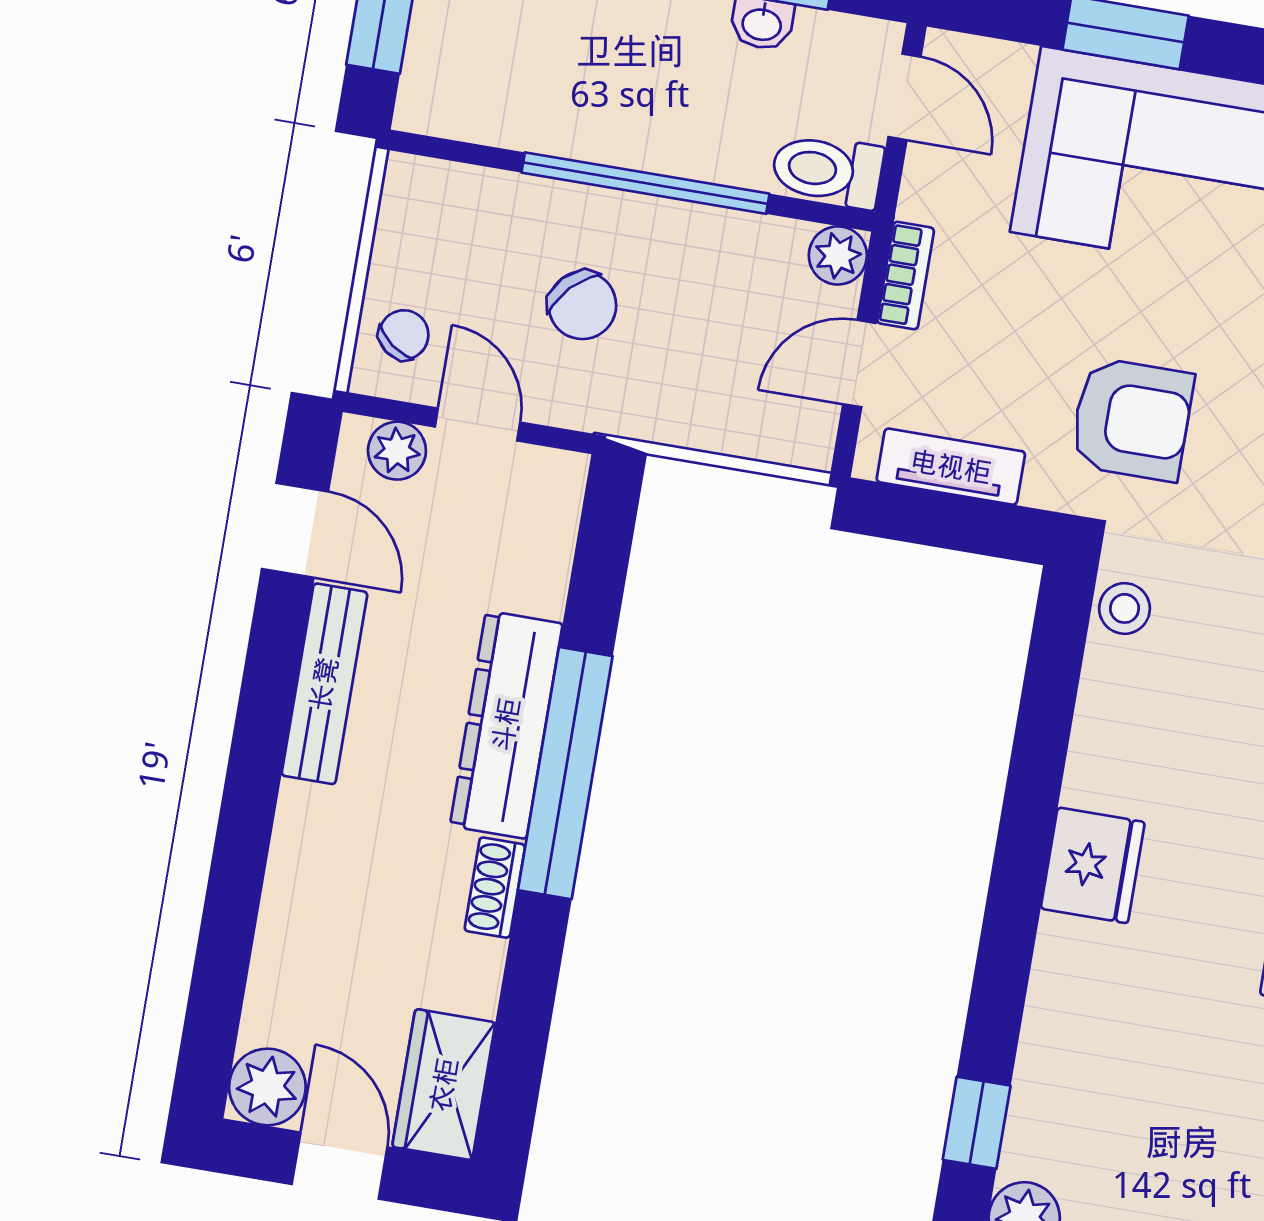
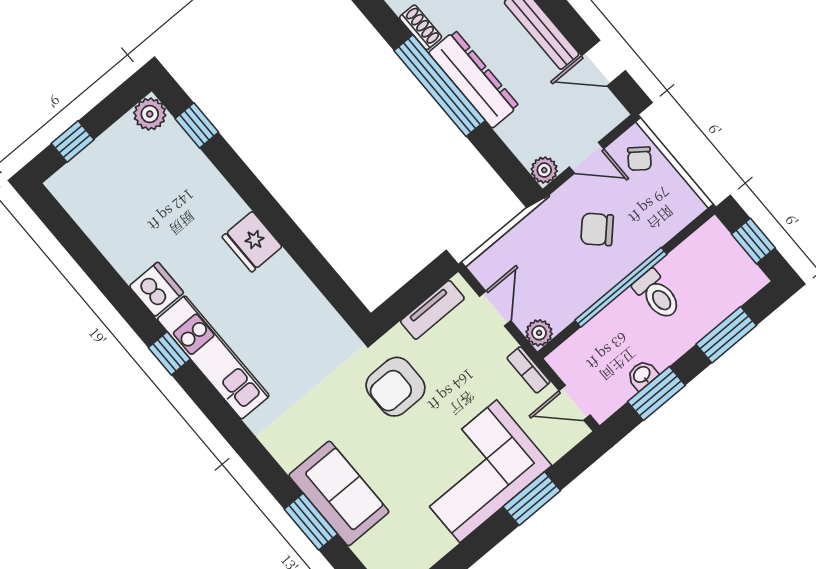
toilet: (827, 170) -> (657, 295), moved, turned 90
bookcase: (906, 276) -> (528, 370), moved
plant: (397, 451) -> (544, 170), moved
stool: (1125, 608) -> (332, 328), removed

